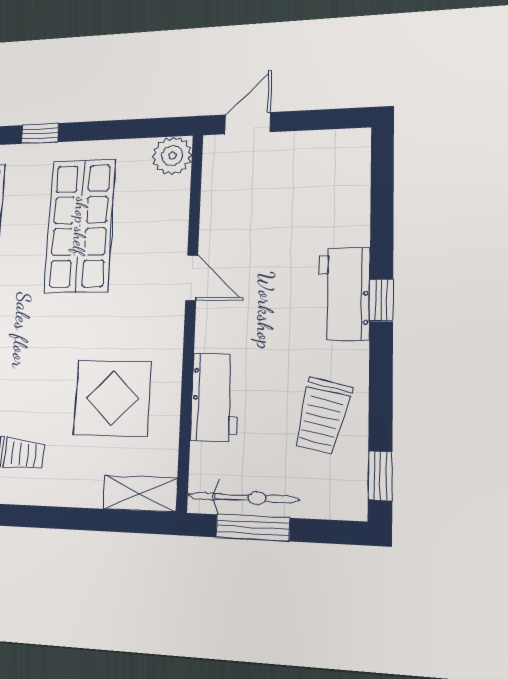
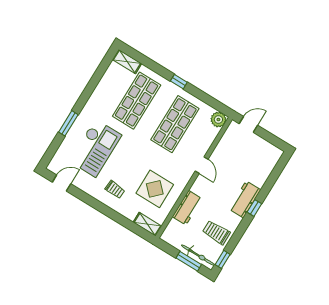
trolley: (322, 416) -> (216, 232), turned 77
bicycle: (243, 498) -> (198, 255), moved
window: (253, 528) -> (189, 261), moved

